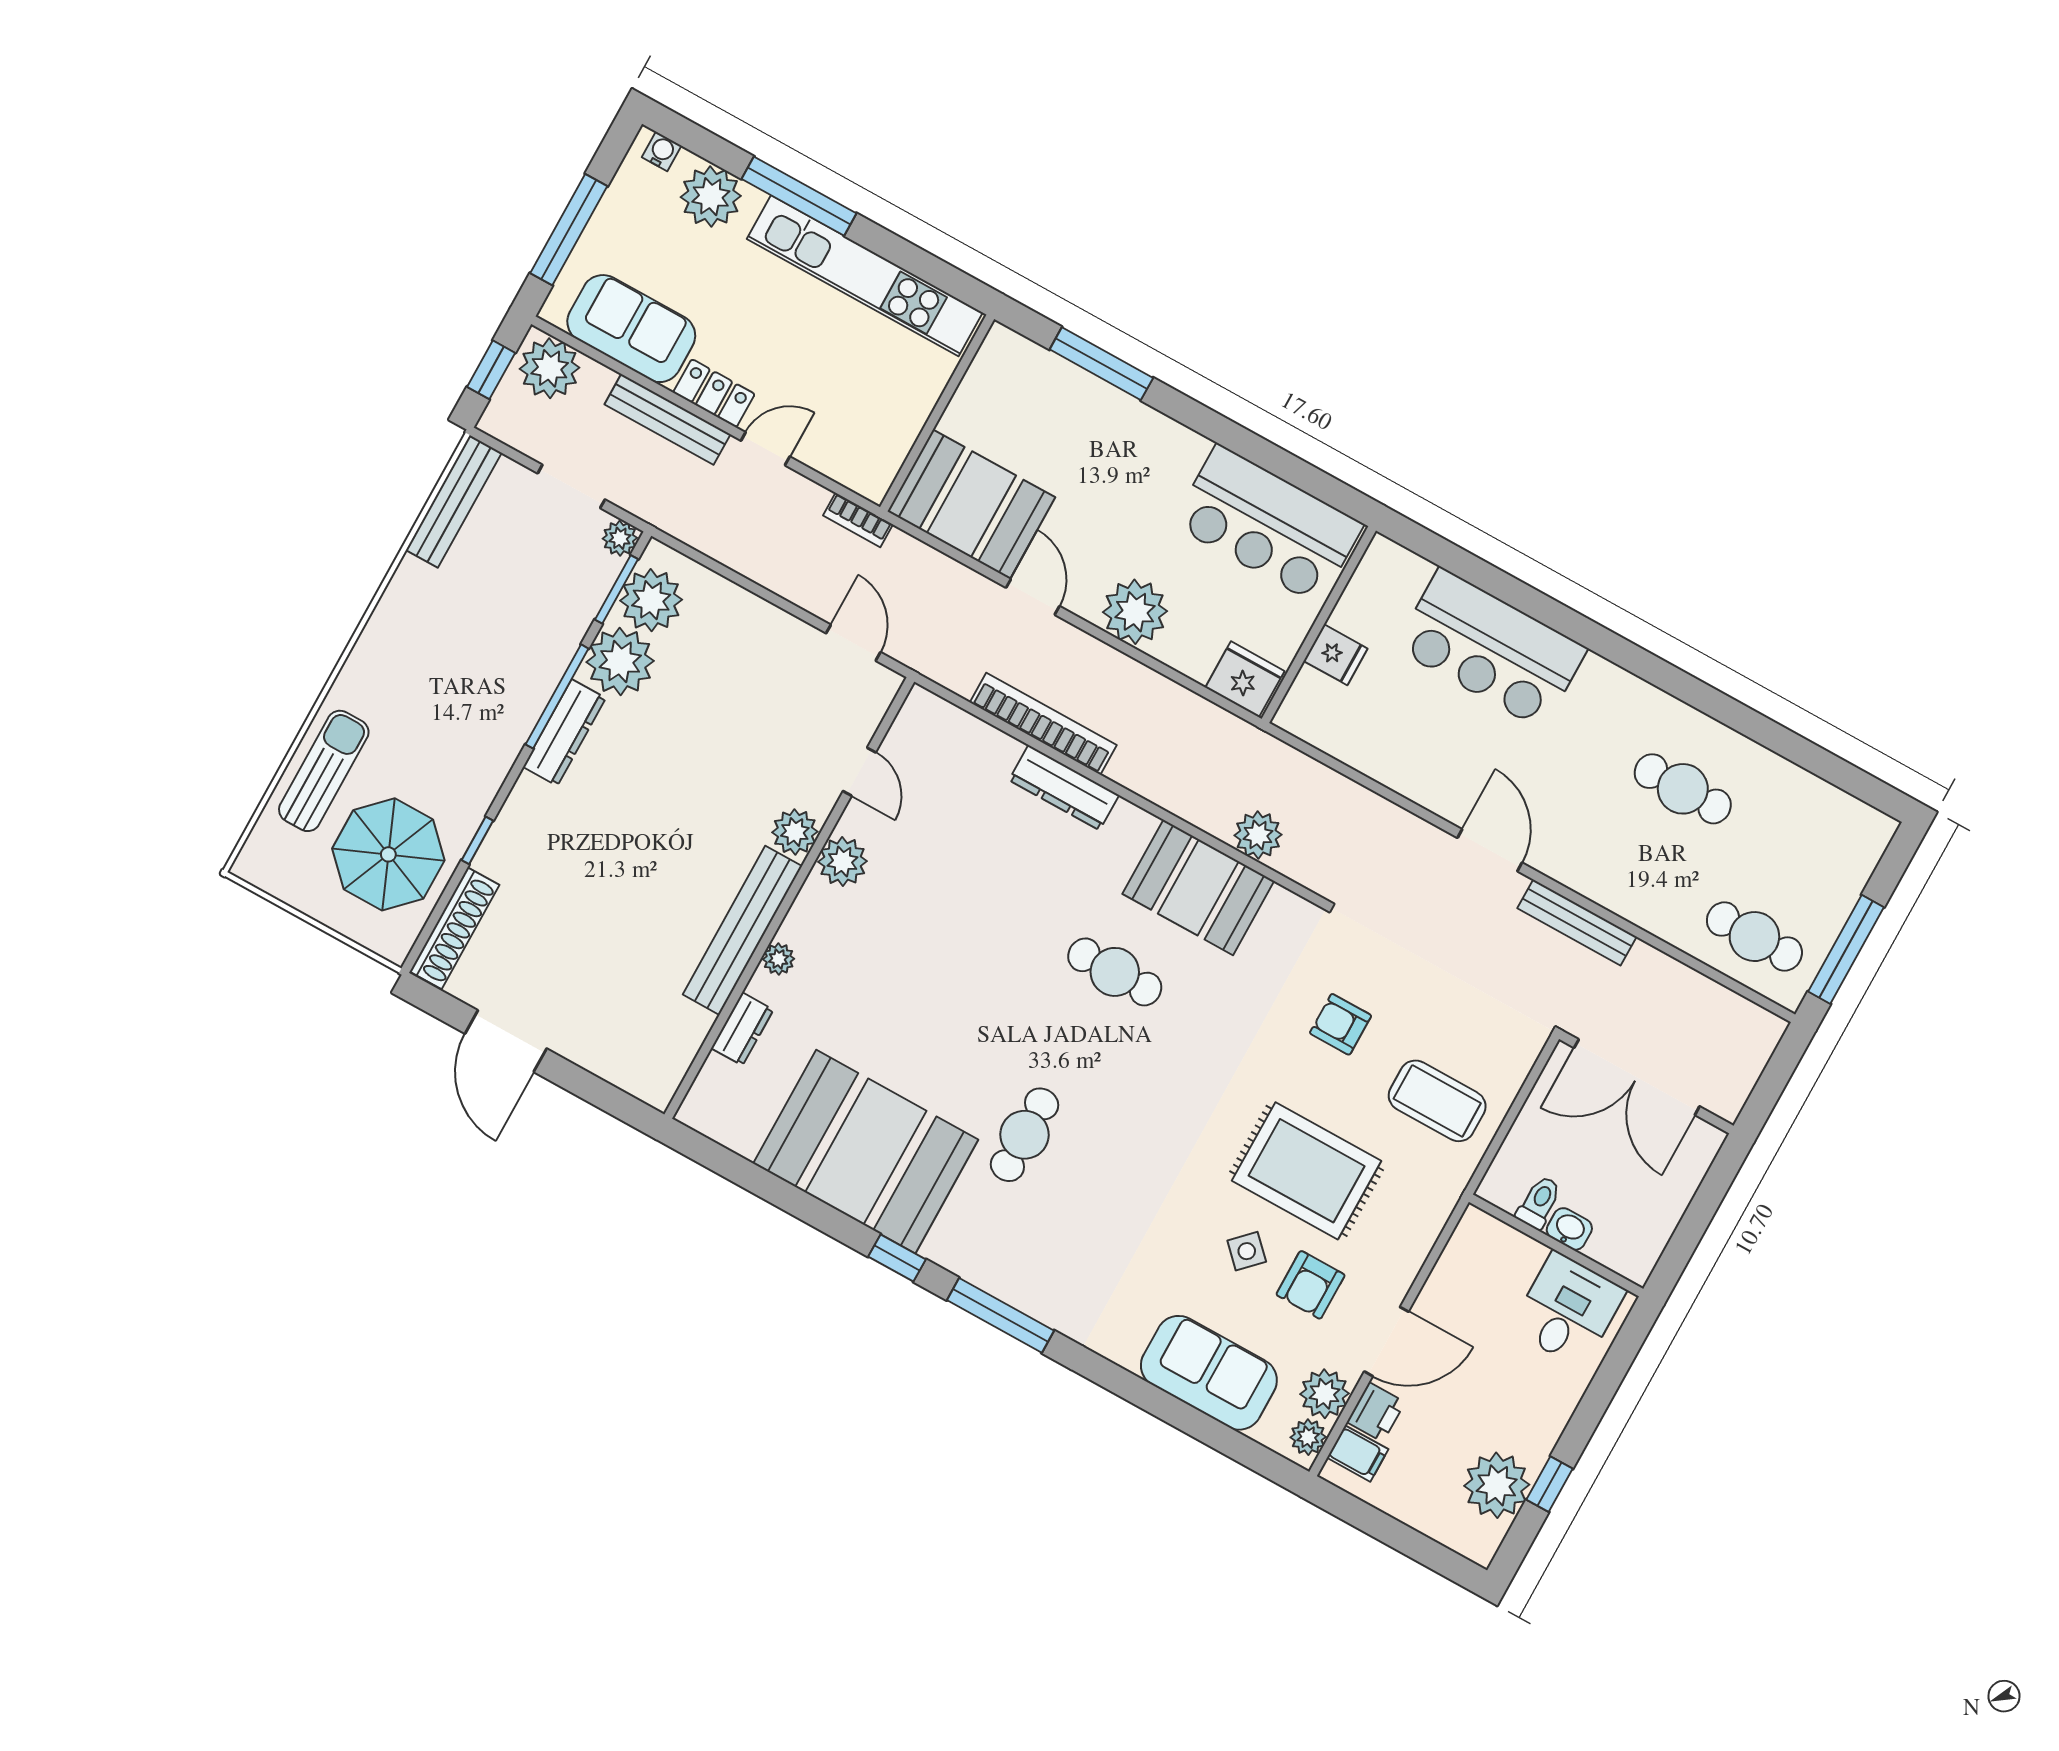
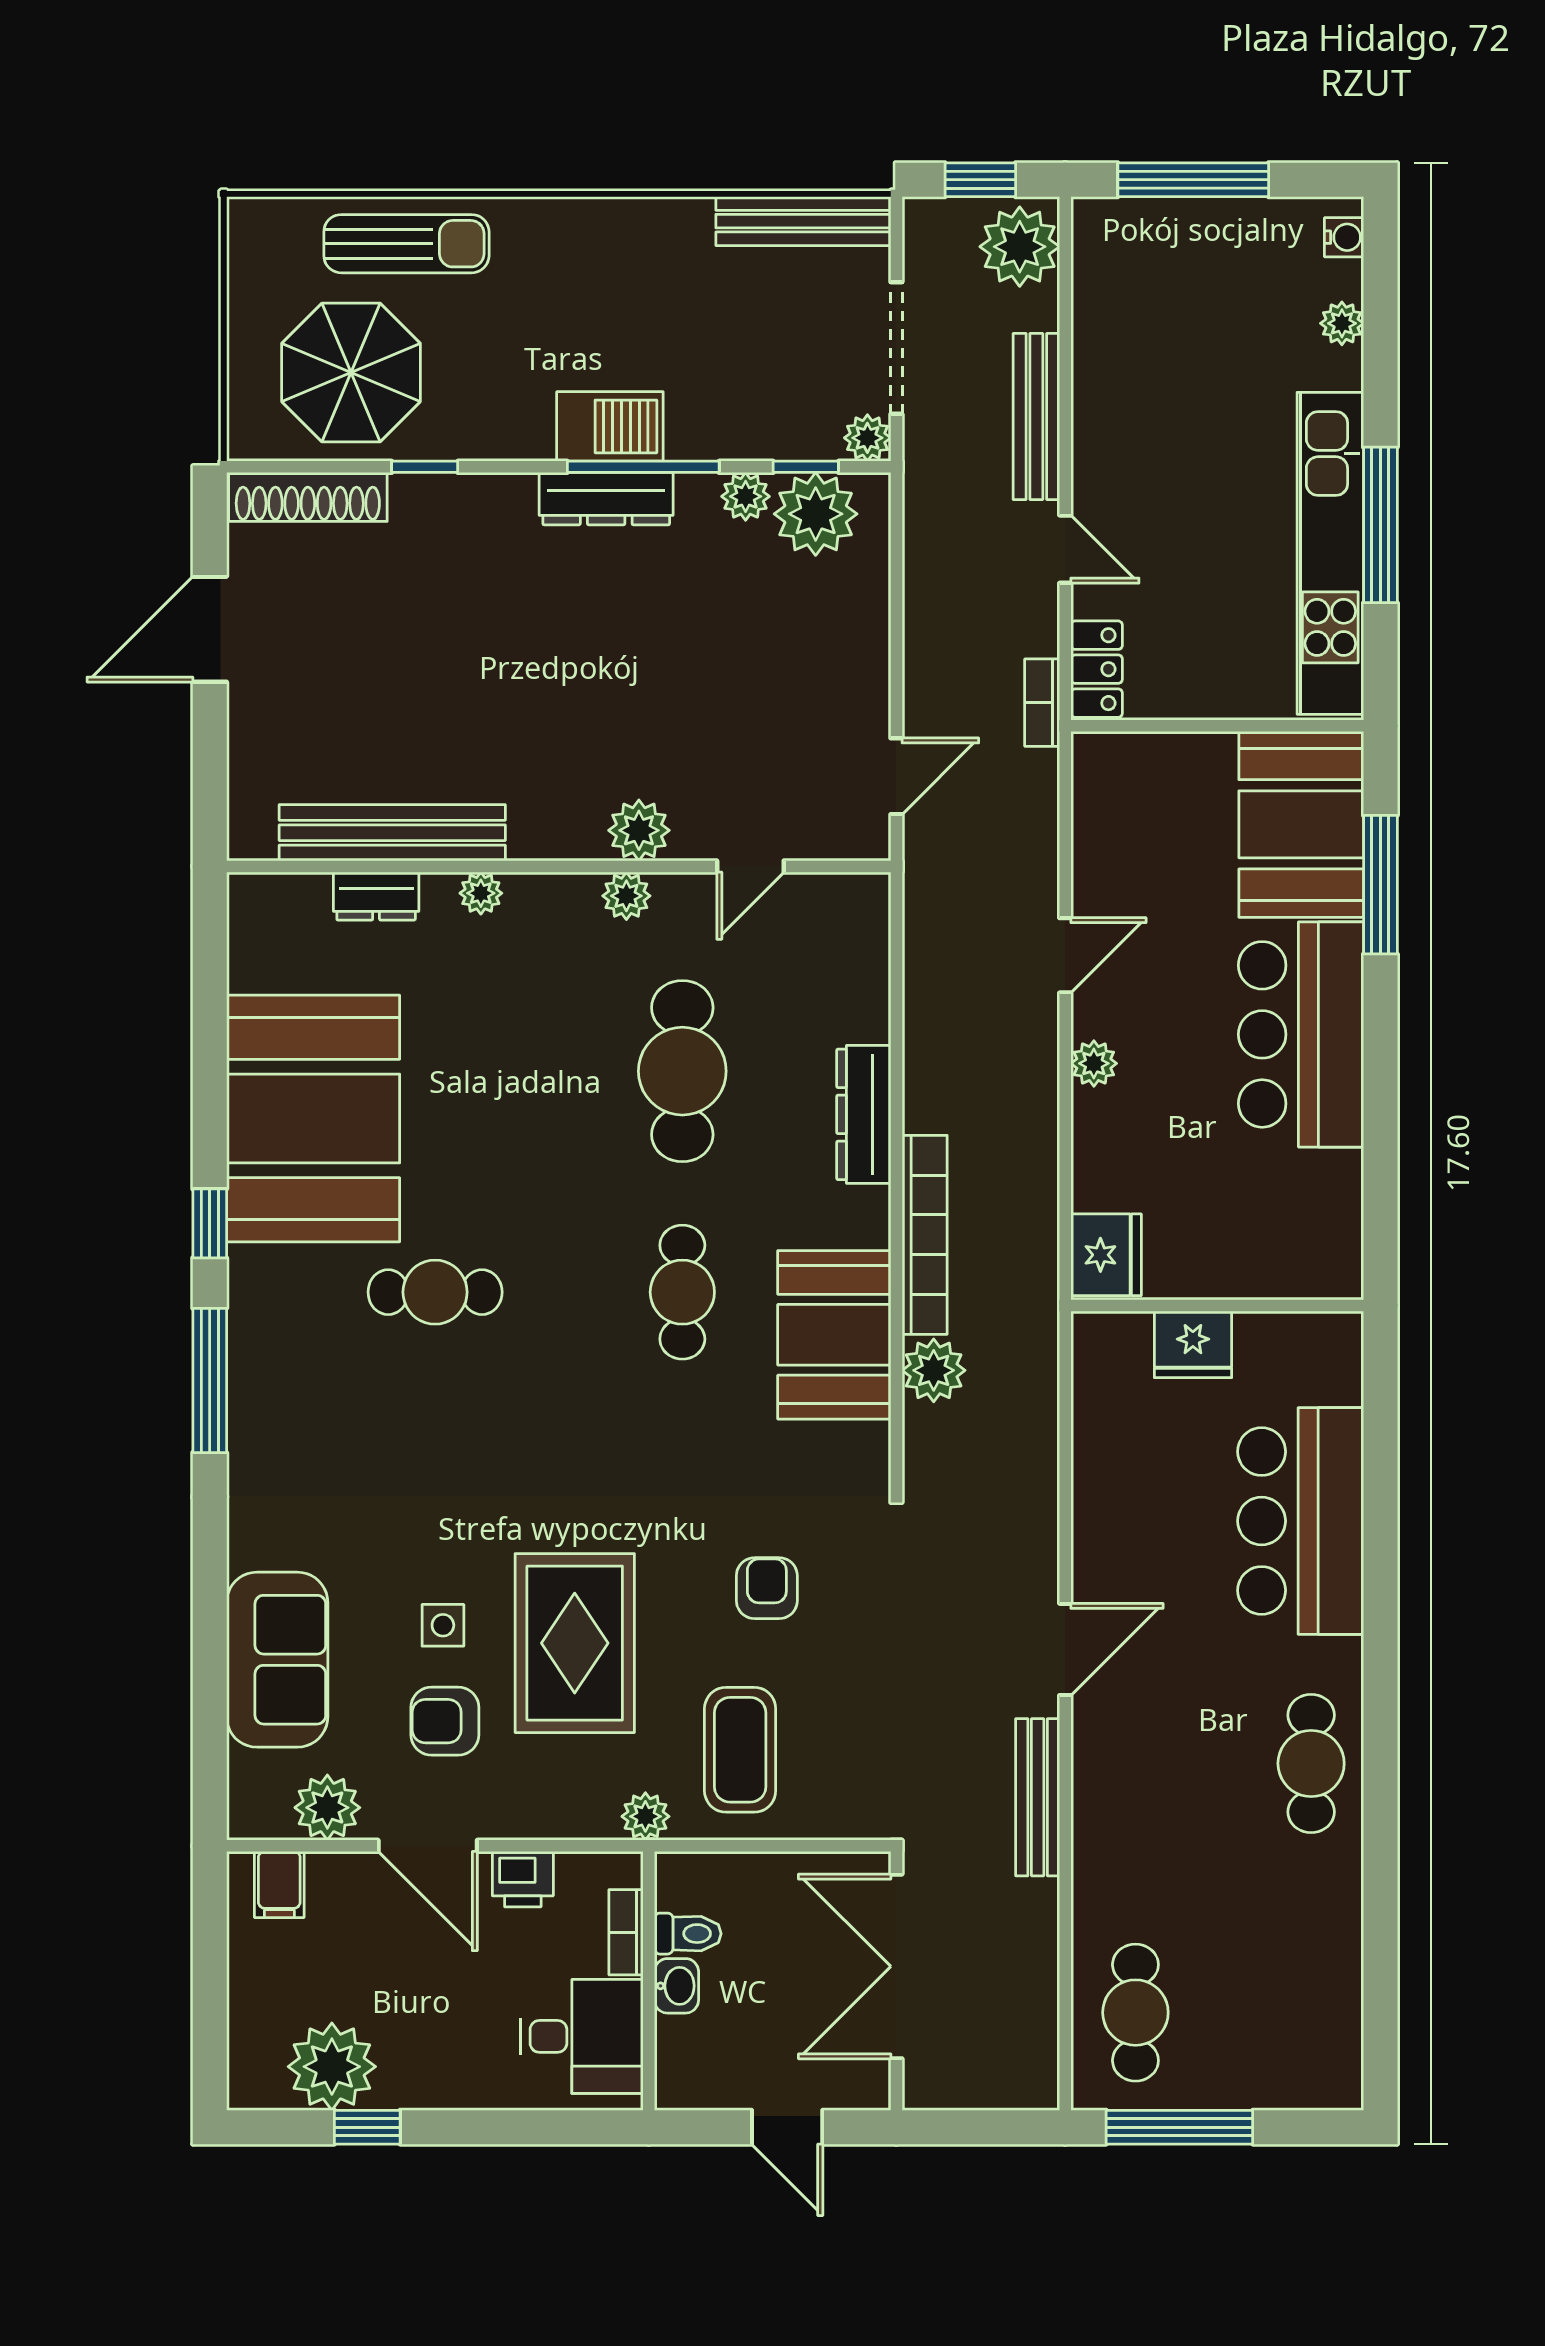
window: (799, 196) -> (1380, 525), moved
plant: (711, 197) -> (1342, 323), width x0.53, depth x0.53
sofa: (631, 329) -> (1118, 316), removed
locker: (714, 393) -> (1097, 669), moved
doorway: (571, 486) -> (896, 348), width x1.38
booth: (971, 504) -> (1301, 824), moved
bar counter: (1268, 524) -> (1301, 1034), moved
window: (616, 589) -> (806, 467), width x0.67
plant: (1135, 612) -> (1094, 1063), width x0.53, depth x0.53
fridge: (1336, 655) -> (1193, 1344), width x1.38
plant: (620, 661) -> (746, 496), width x0.53, depth x0.53
barbecue: (518, 704) -> (610, 426), added
bookcase: (1043, 724) -> (925, 1235), moved
cafe table: (1683, 789) -> (1311, 1763), moved
plant: (843, 862) -> (626, 896), width x0.73, depth x0.73
cafe table: (969, 891) -> (682, 1071), added
bench: (742, 930) -> (392, 833), moved
door: (1703, 1208) -> (787, 2127), added
bookcase: (1516, 1243) -> (626, 1932), added
side table: (1247, 1251) -> (443, 1625), turned 45
printer: (1376, 1412) -> (523, 1879), moved
plant: (1308, 1437) -> (645, 1816), moved

